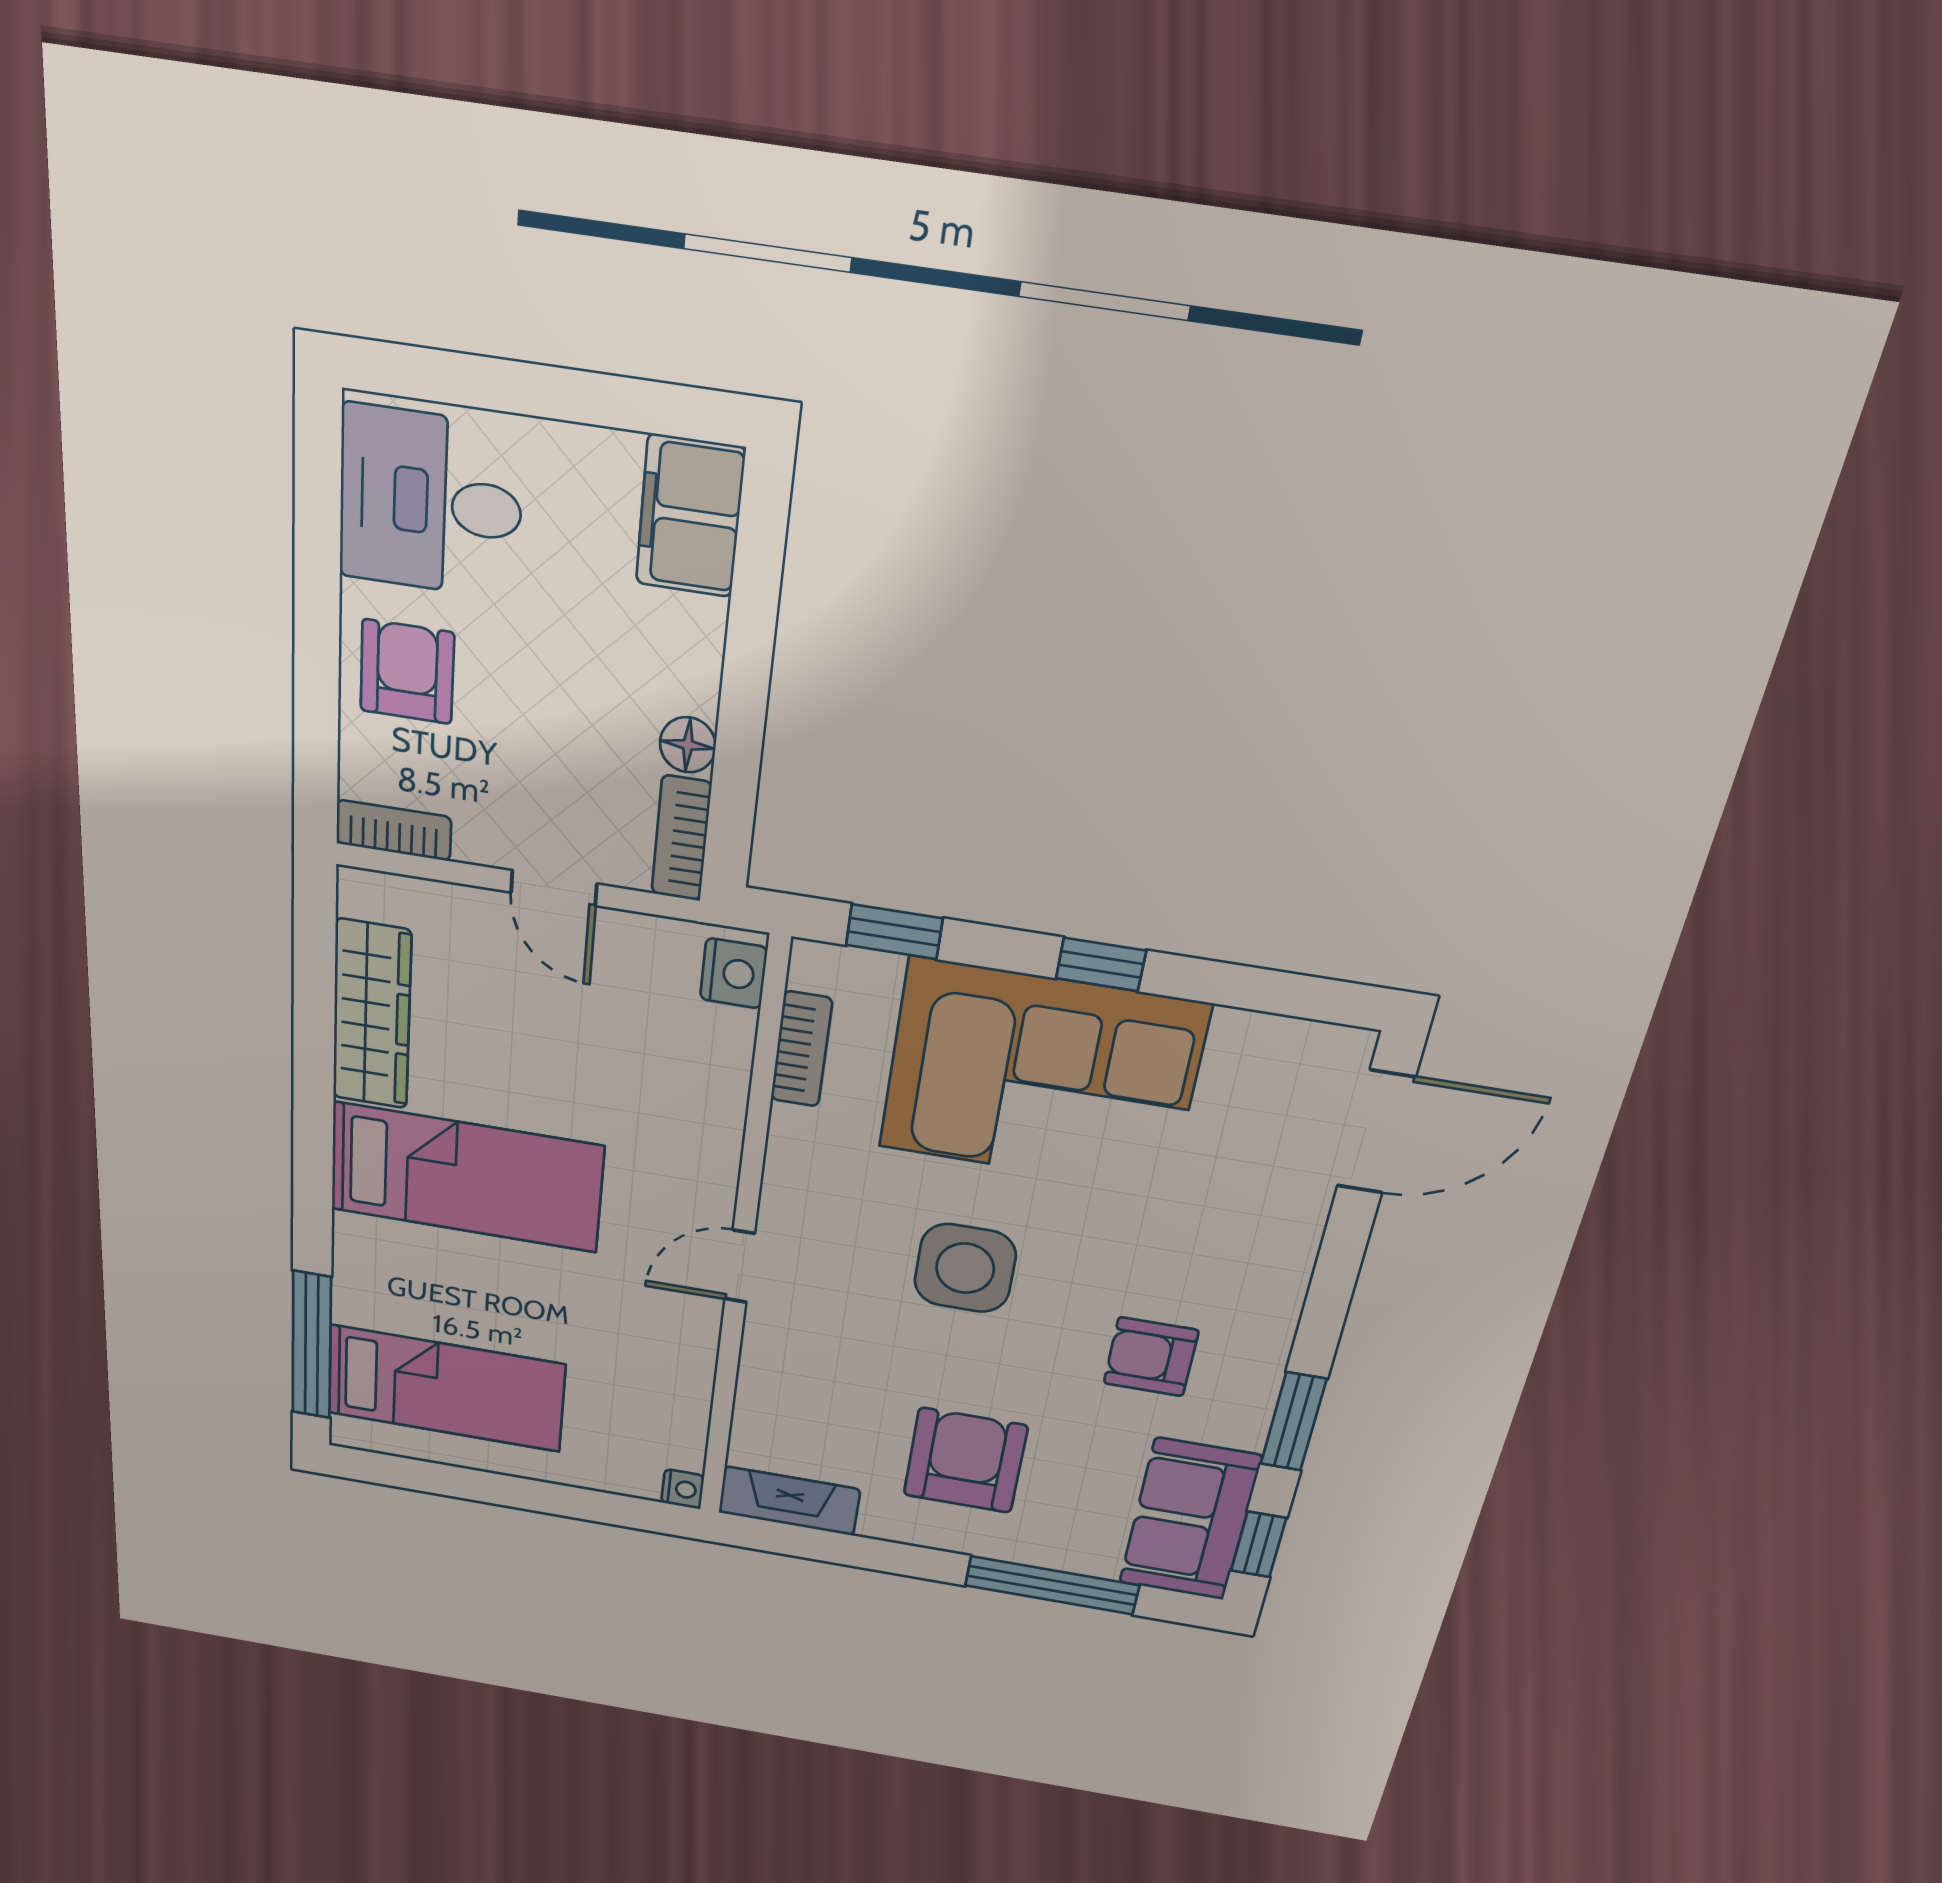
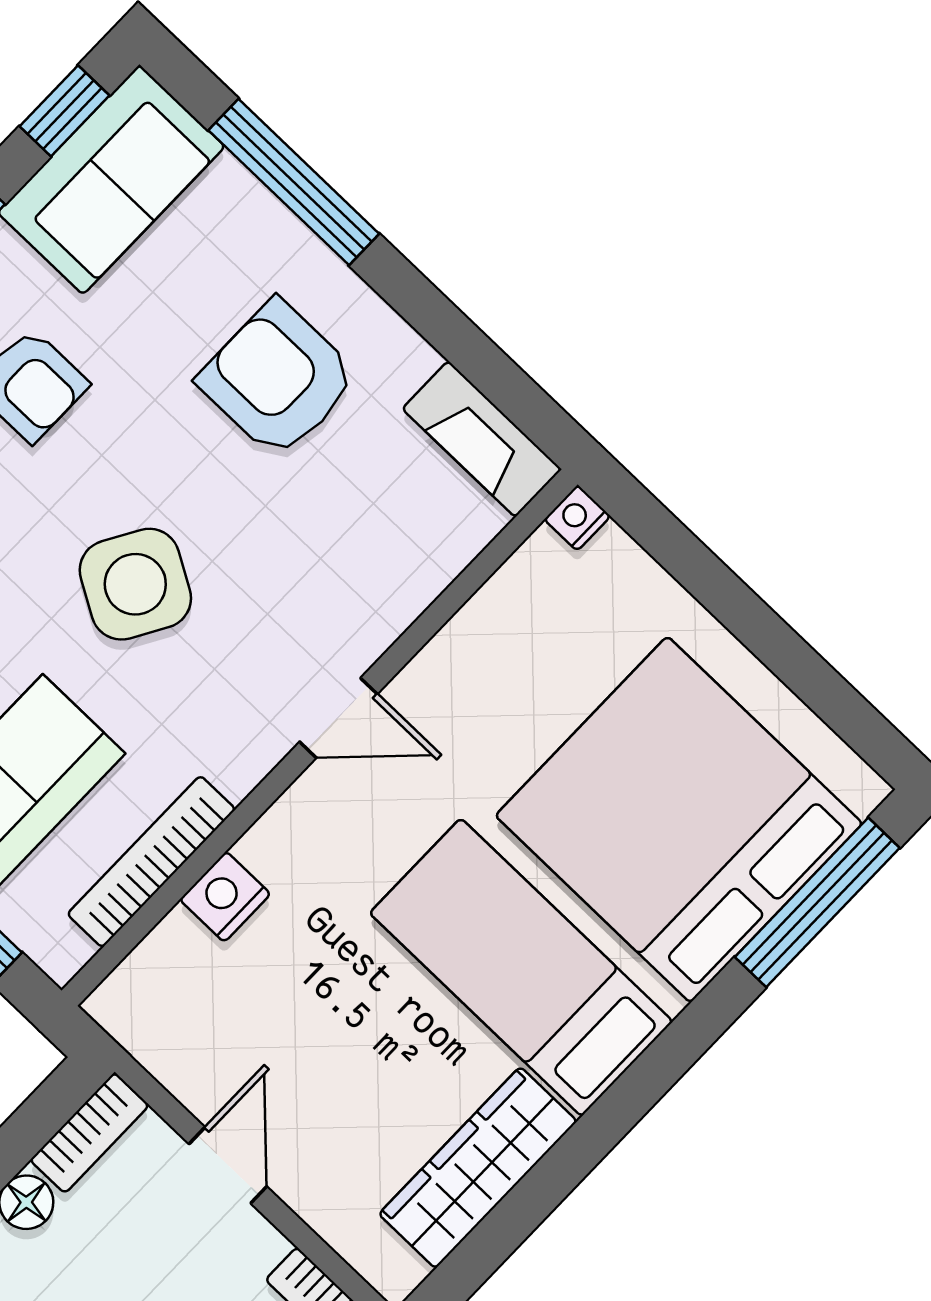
nightstand: (734, 973) -> (225, 897), moved
bookcase: (801, 1049) -> (151, 862), width x1.56
side table: (965, 1268) -> (135, 584), turned 30
bed: (446, 1389) -> (679, 820), width x2.04
armchair: (965, 1460) -> (278, 379), turned 90

